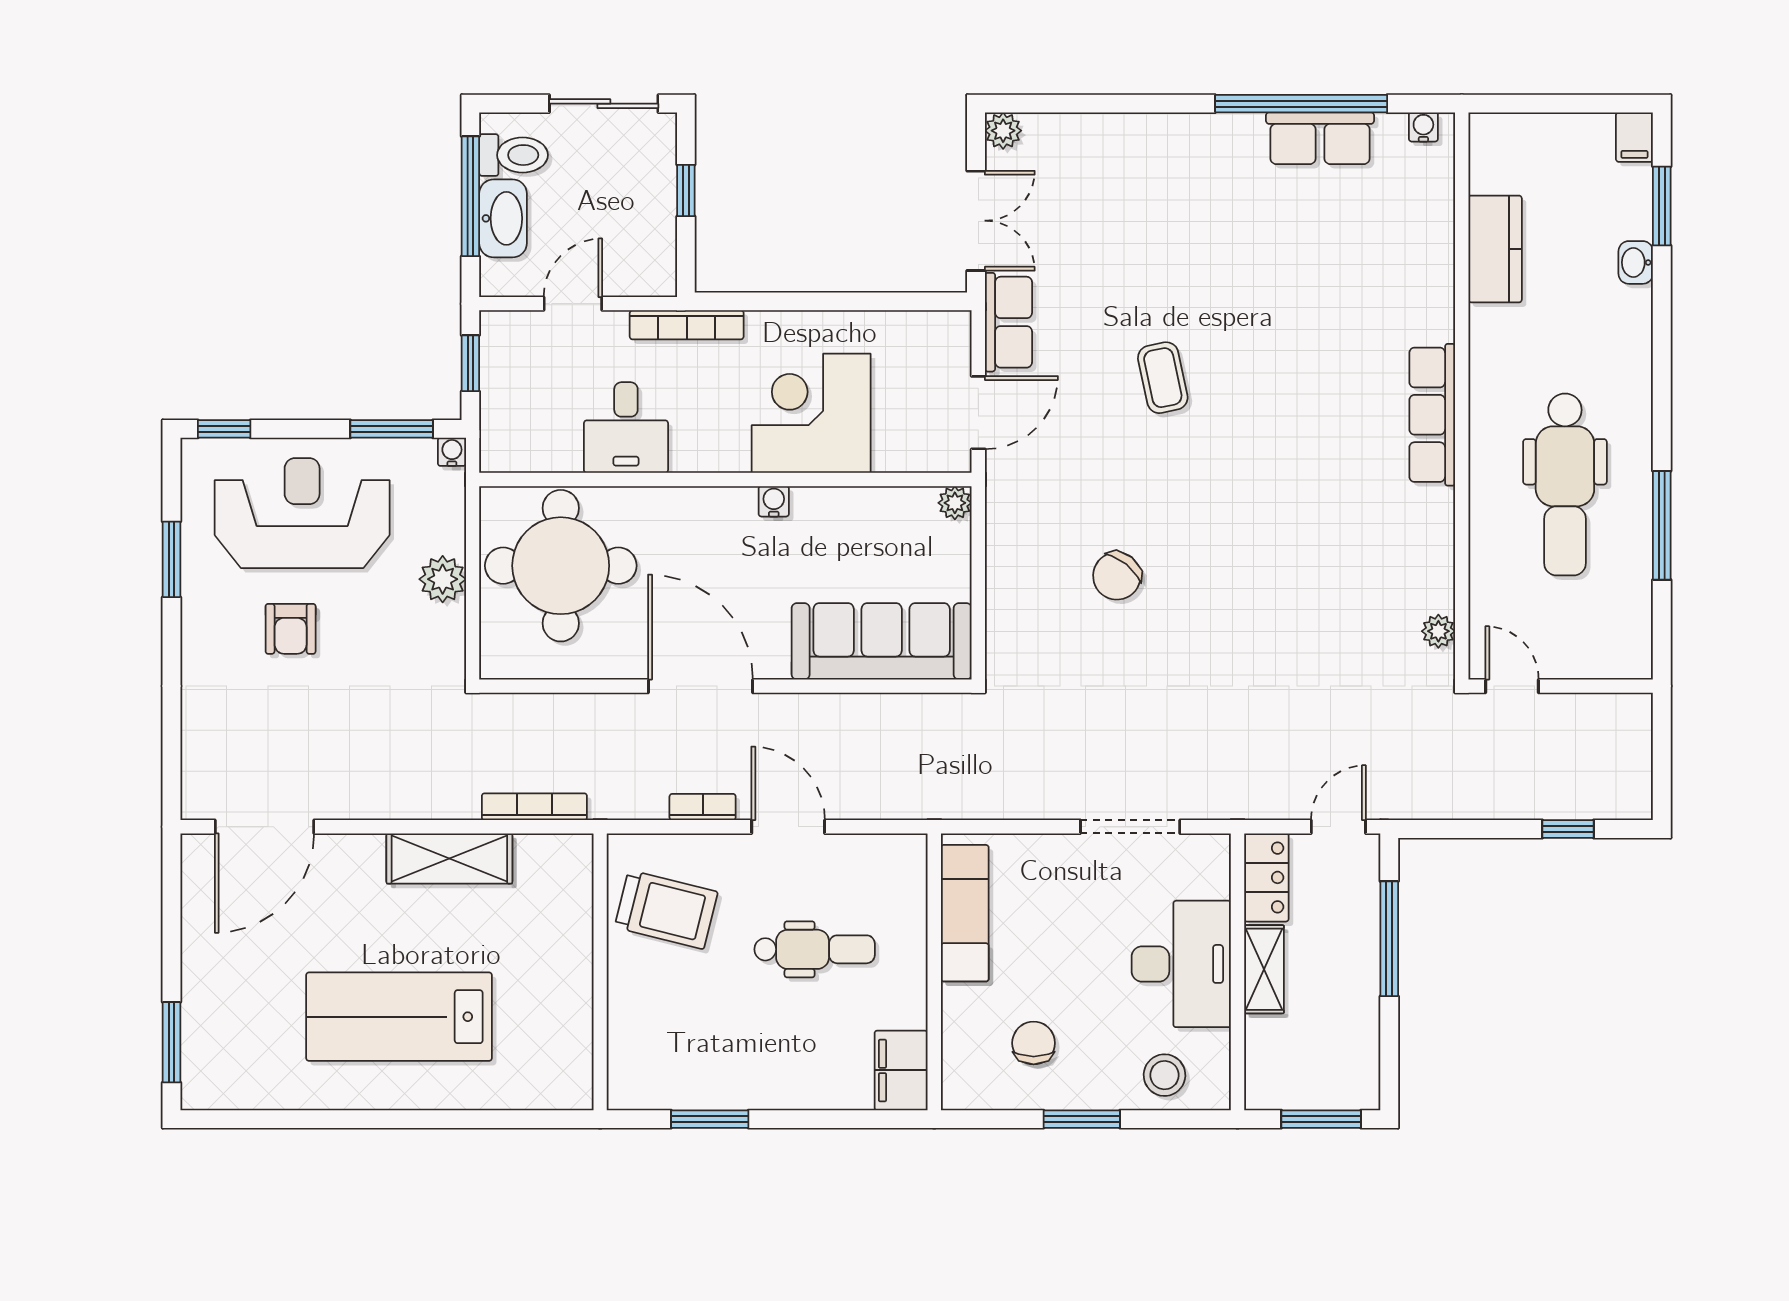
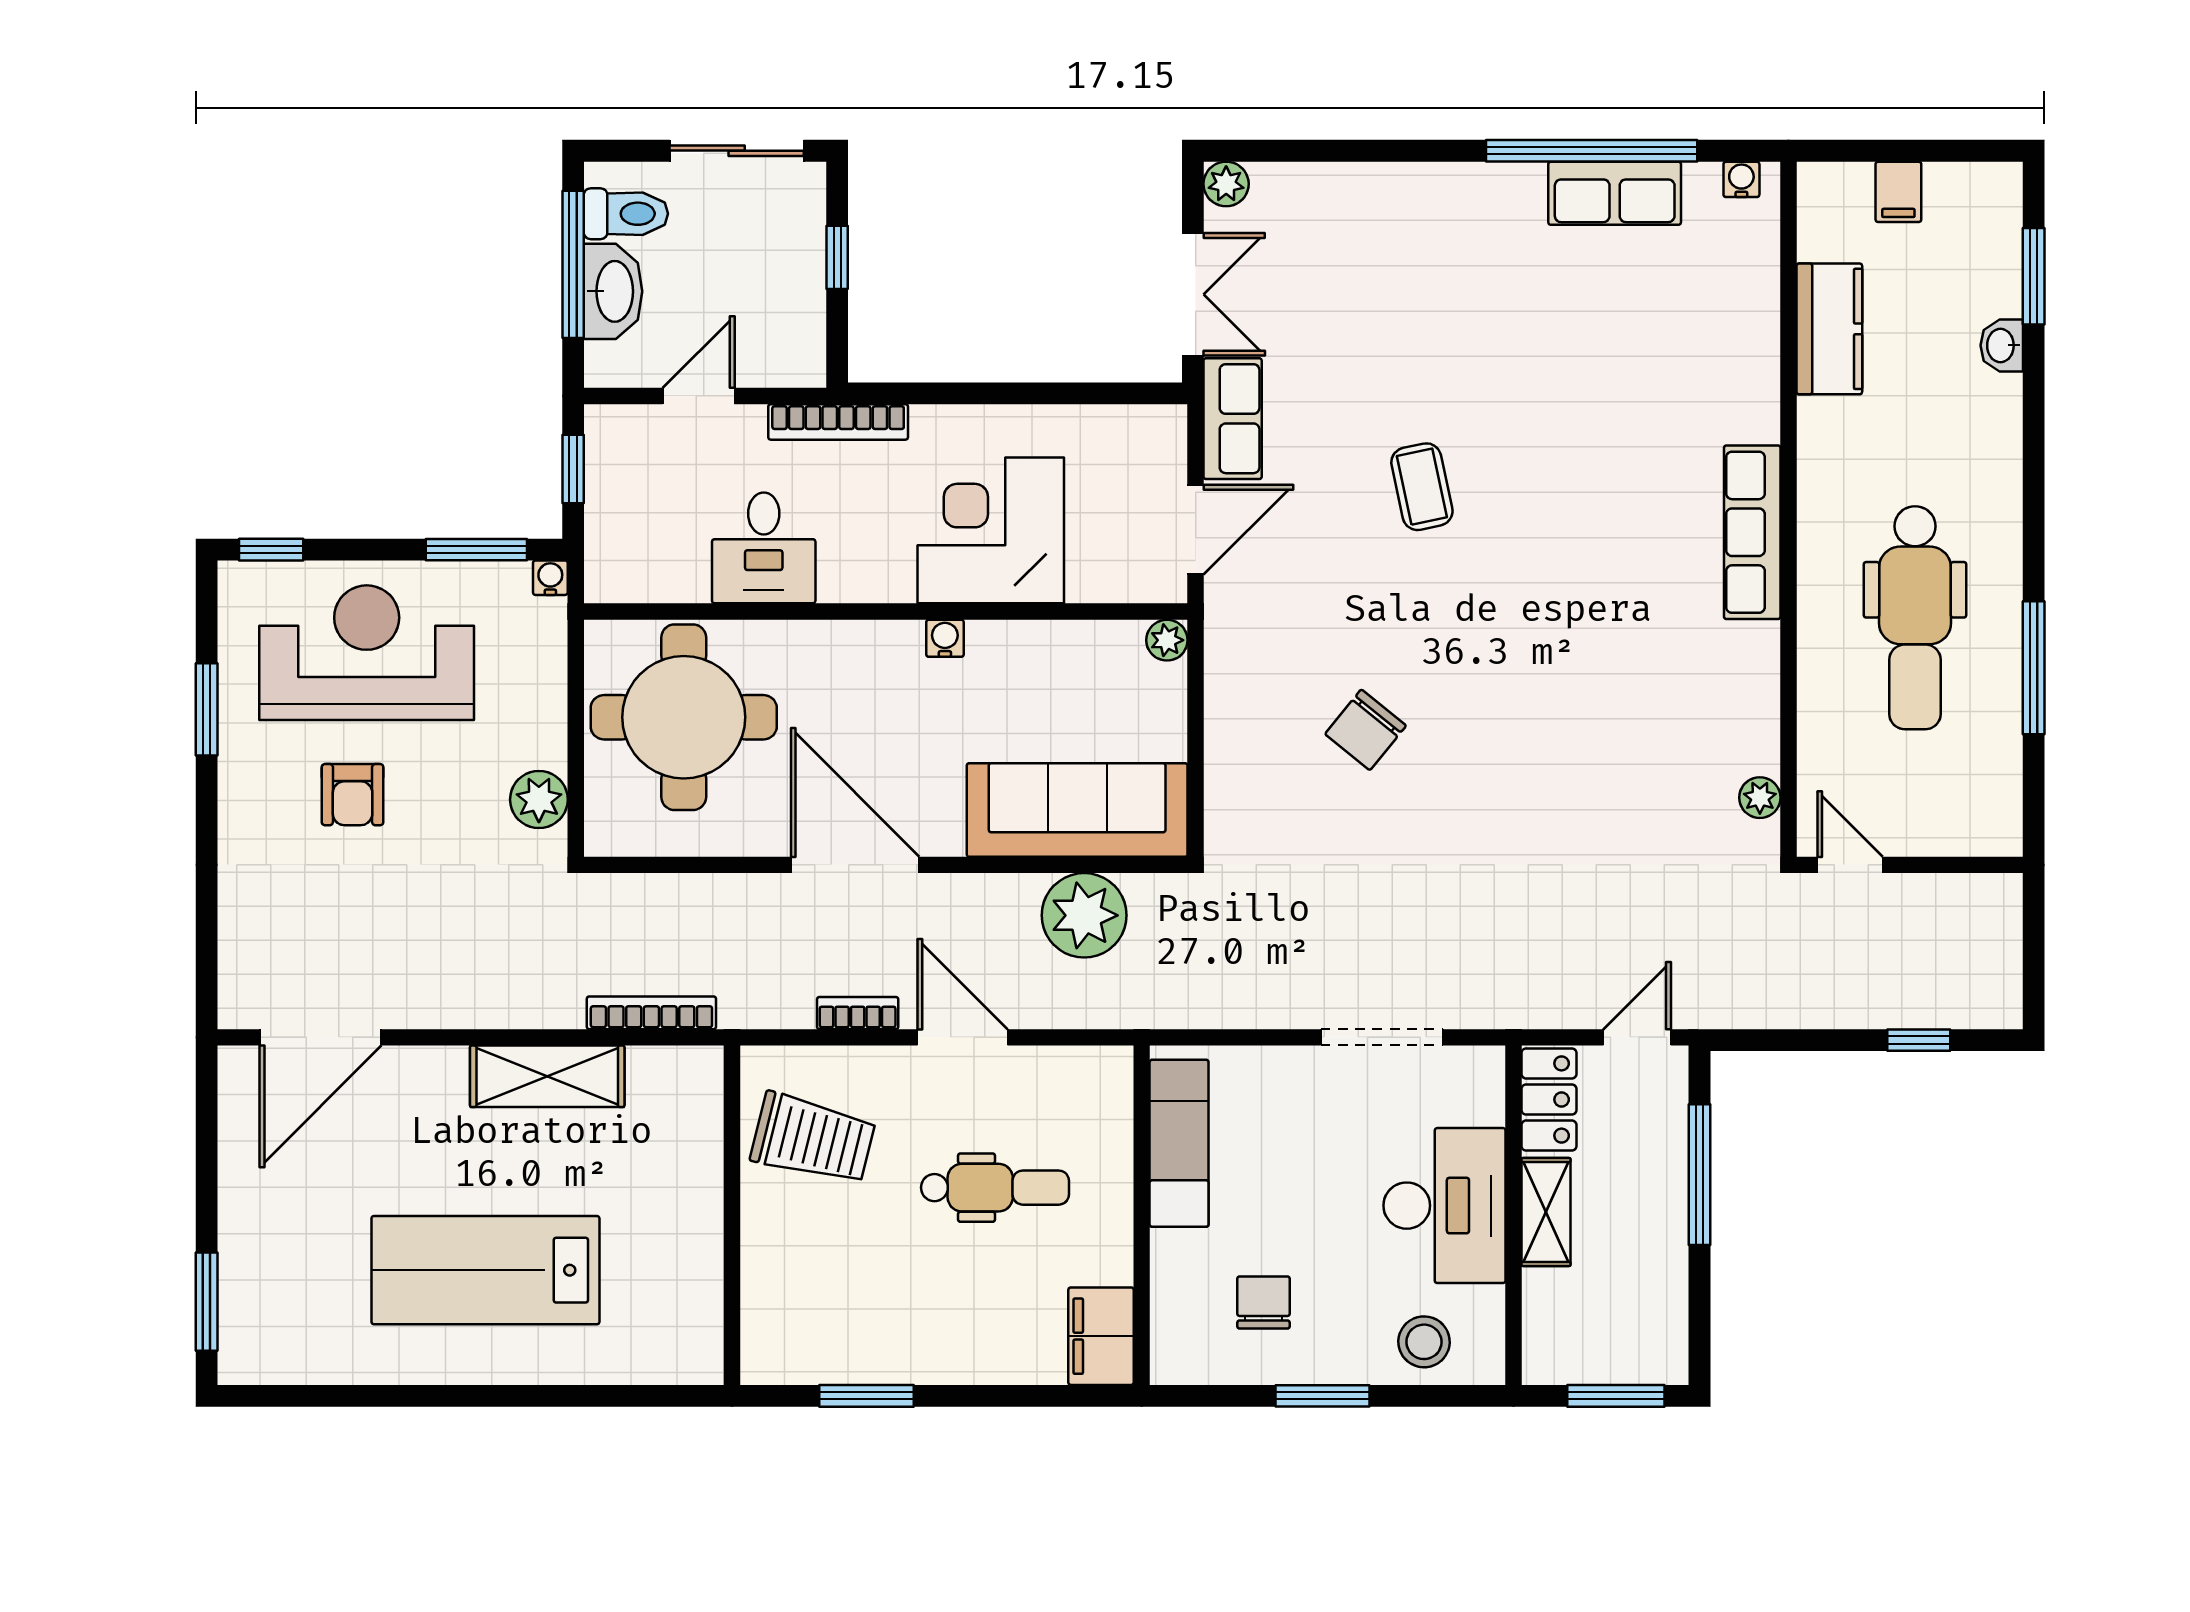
filing cabinet: (1634, 137) -> (1898, 192), moved
plant: (443, 579) -> (539, 800), moved
plant: (887, 727) -> (1084, 915), added

